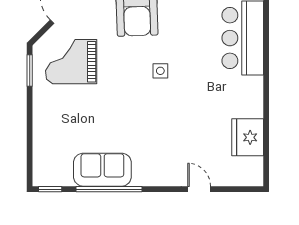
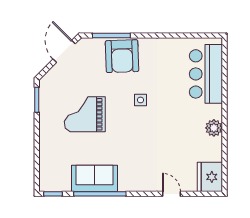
grand piano: (71, 62) -> (85, 114), moved
plant: (253, 106) -> (214, 128), added
fridge: (248, 137) -> (210, 177), moved

